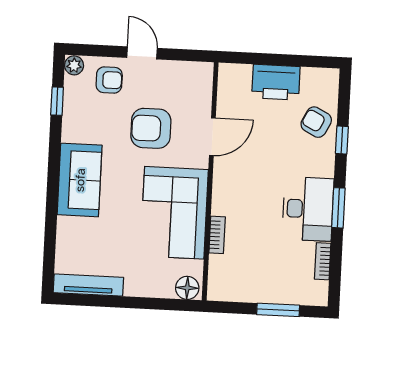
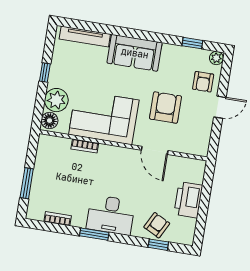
window: (342, 140) -> (158, 245), moved
desk: (308, 209) -> (111, 215), moved
plant: (158, 282) -> (56, 100), added
tv unit: (88, 285) -> (85, 36), moved, turned 90
window: (121, 302) -> (45, 72), added

